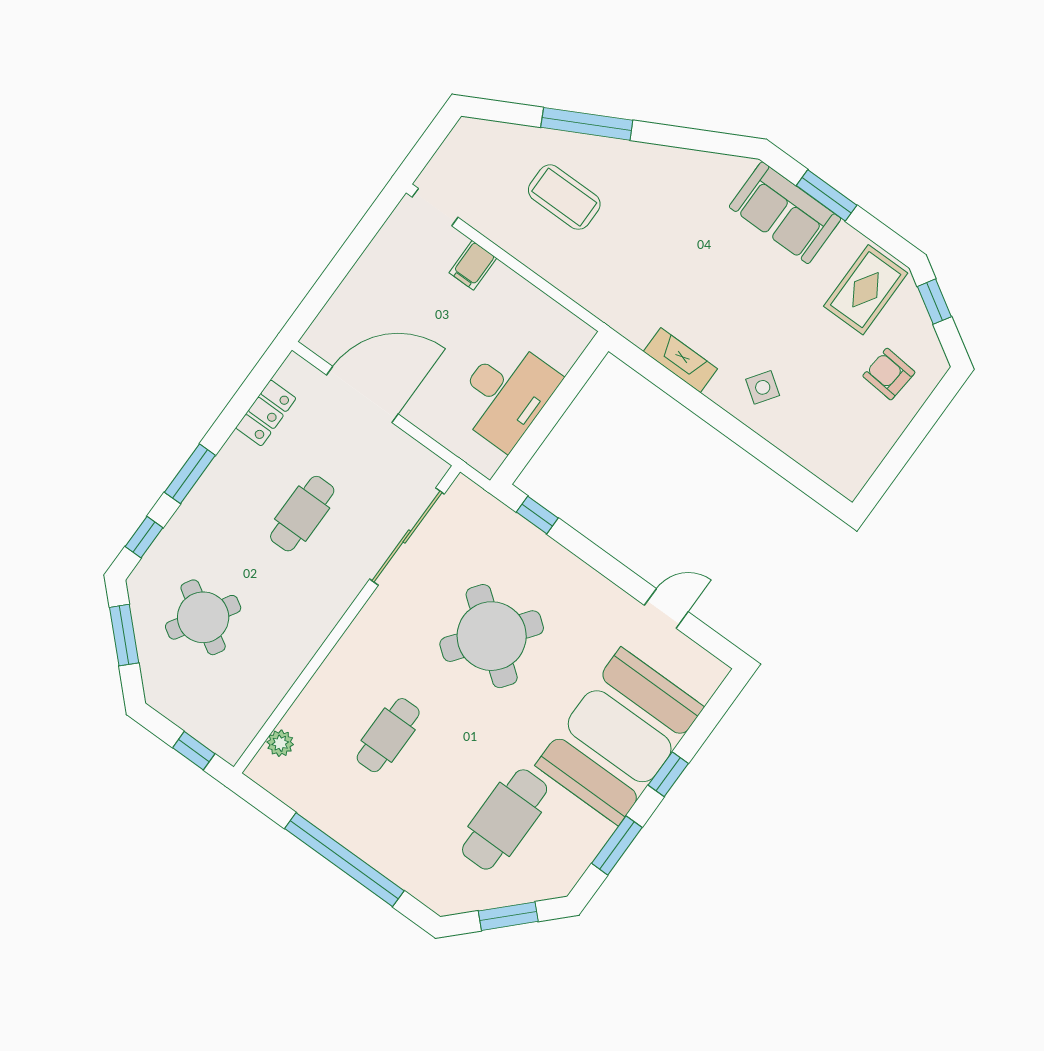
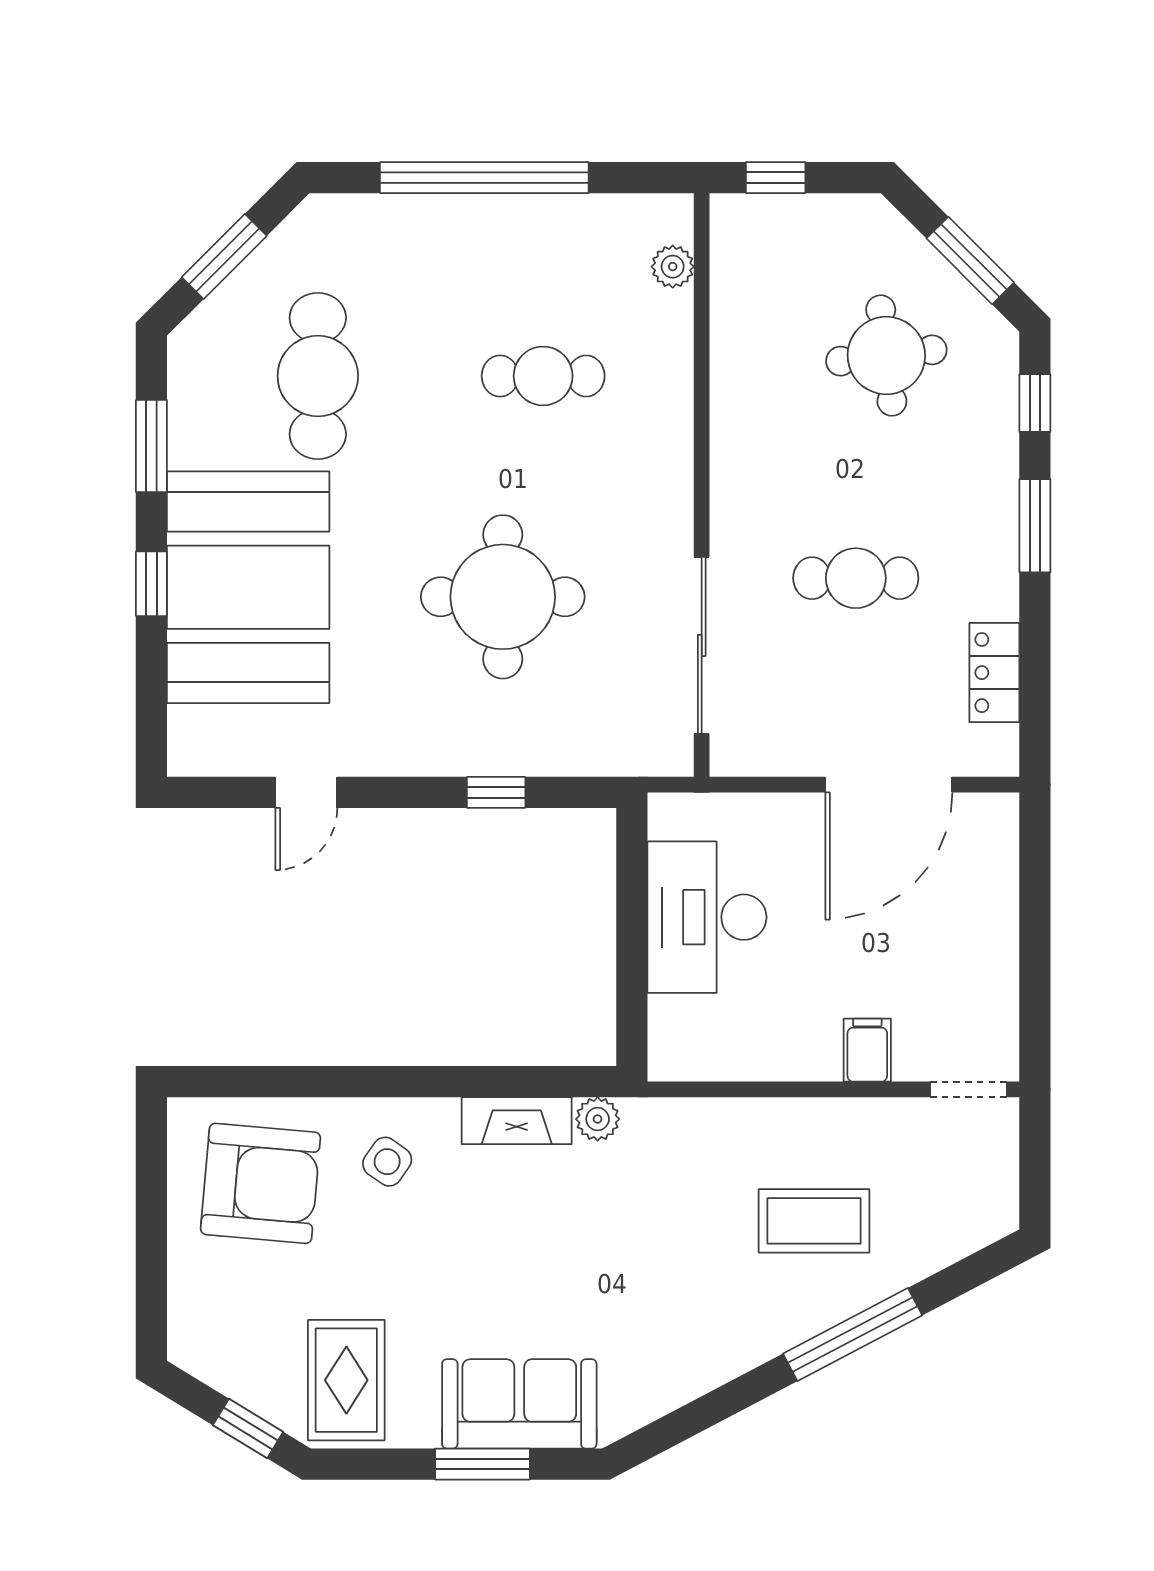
plant: (638, 331) -> (598, 1119), added
armchair: (889, 374) -> (261, 1183), moved, width x1.88, depth x1.88
cafe table: (302, 514) -> (856, 578), turned 90
window: (537, 515) -> (496, 792), moved
round table: (203, 617) -> (886, 356), turned -38
round table: (492, 636) -> (503, 597), turned -37
cafe table: (388, 735) -> (543, 376), turned 90

